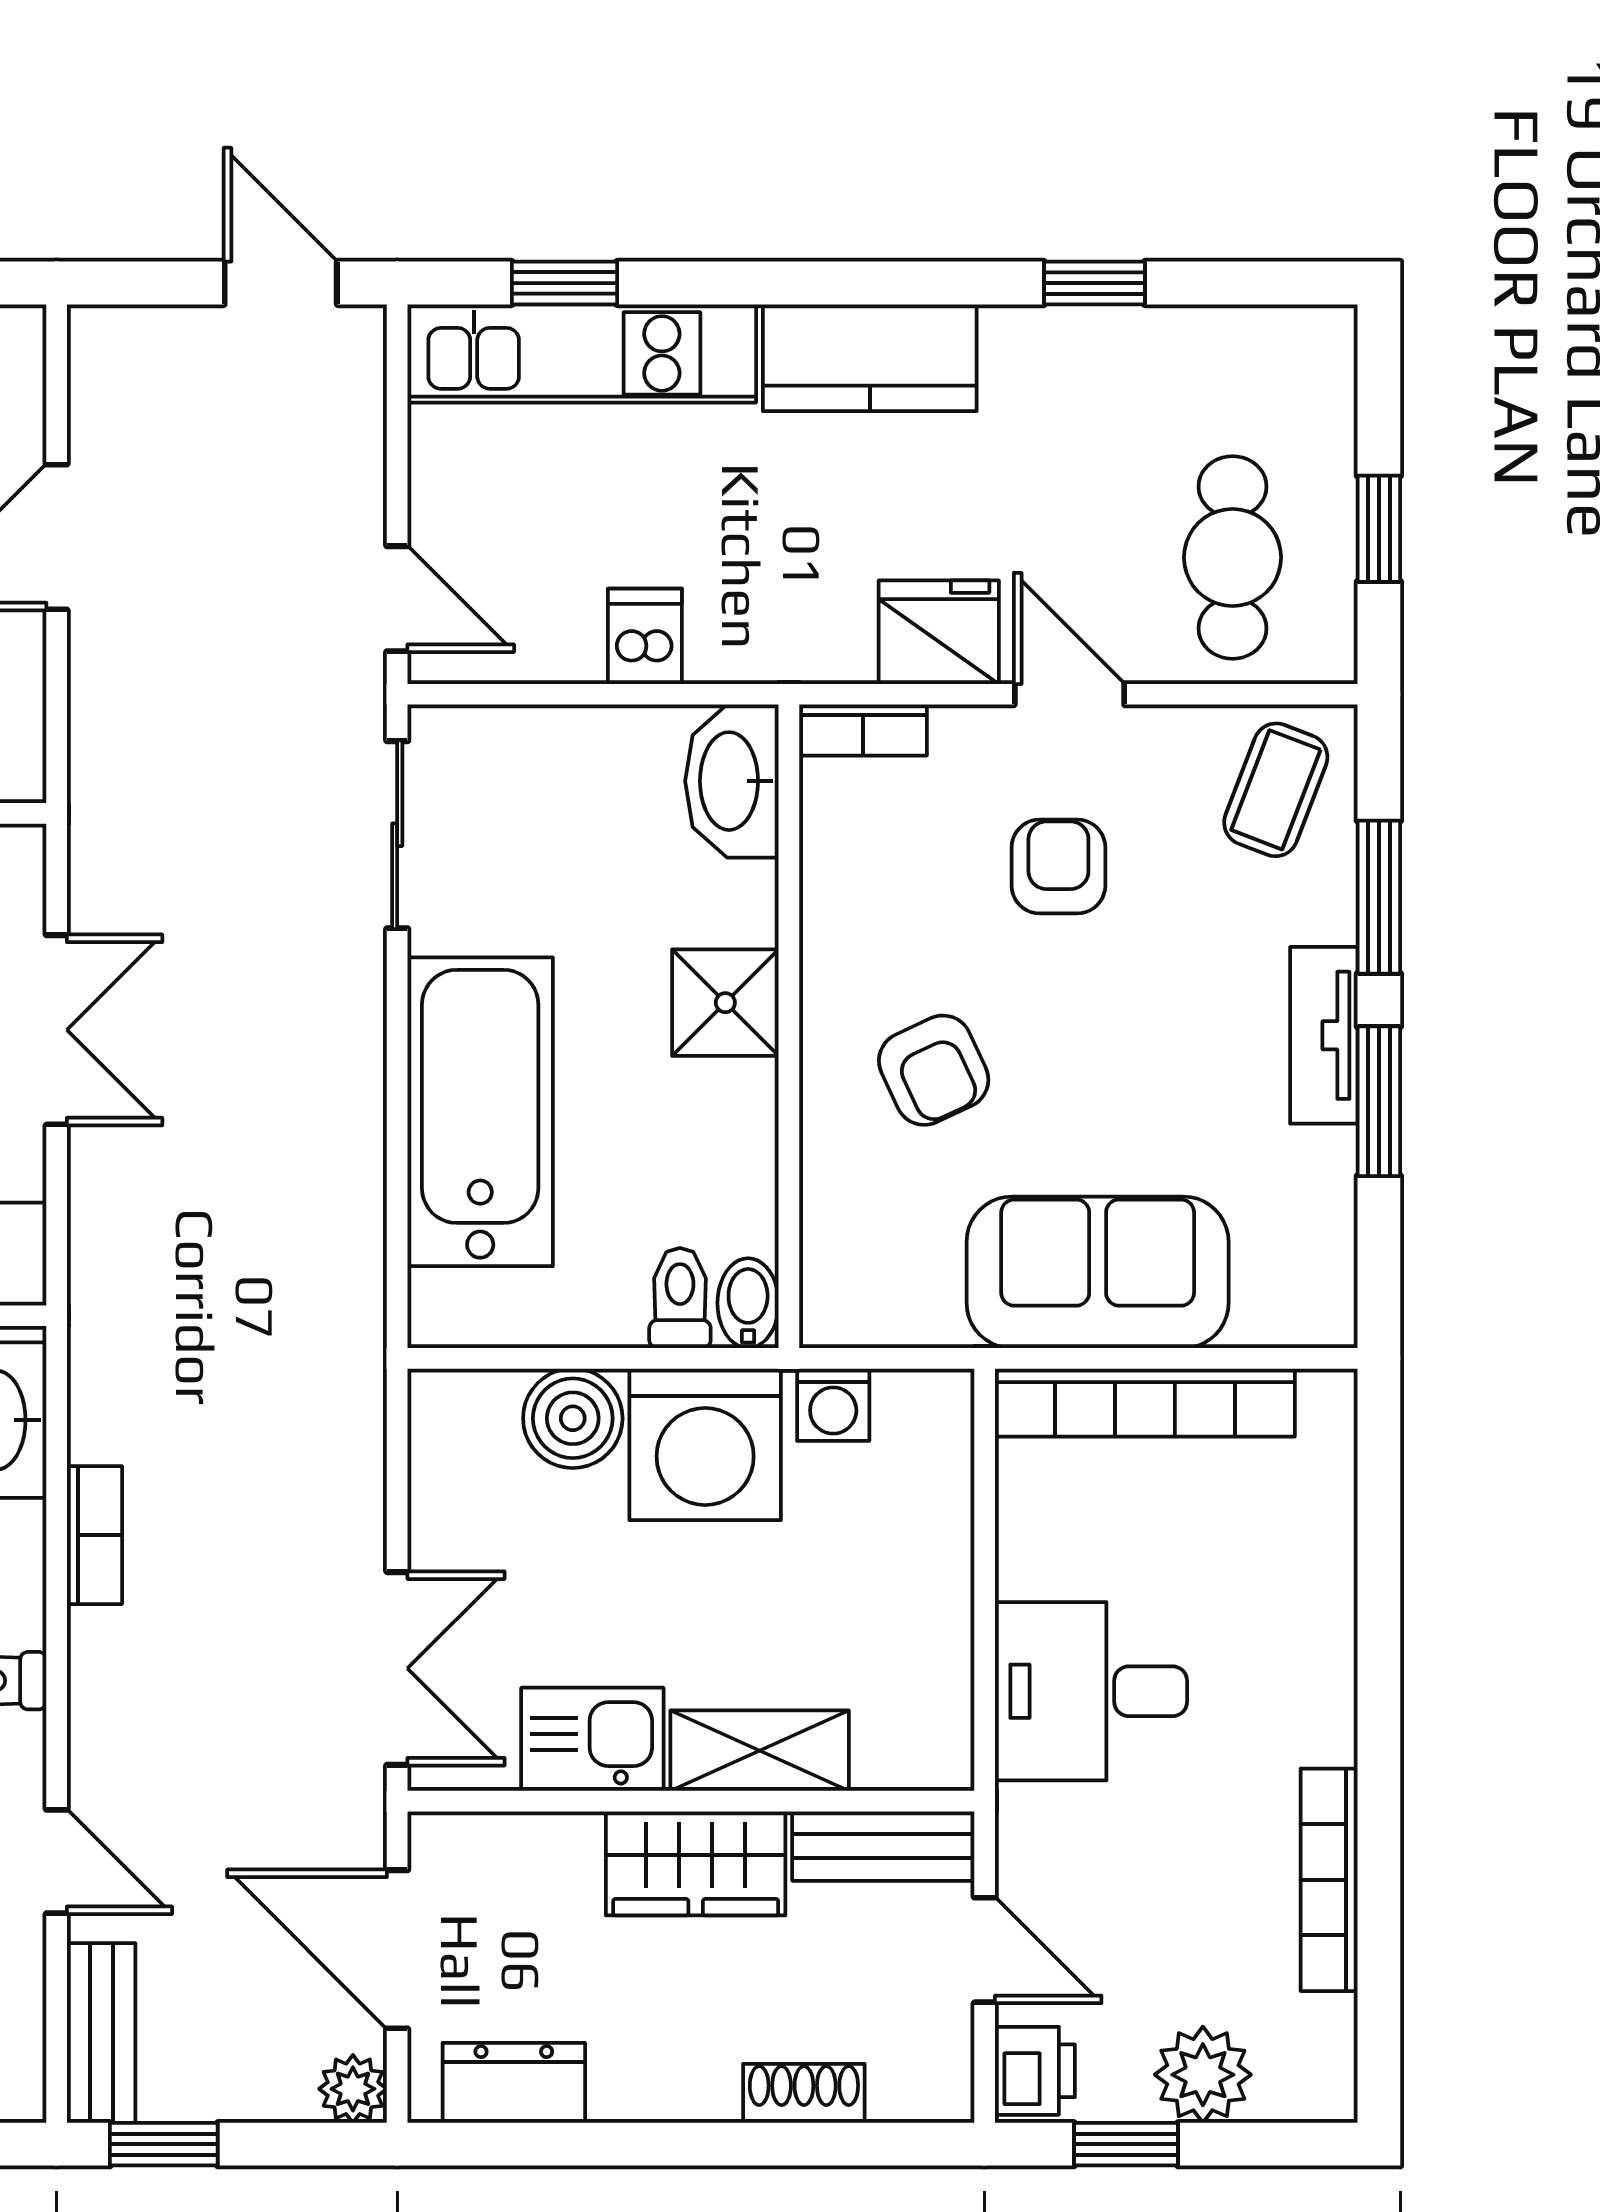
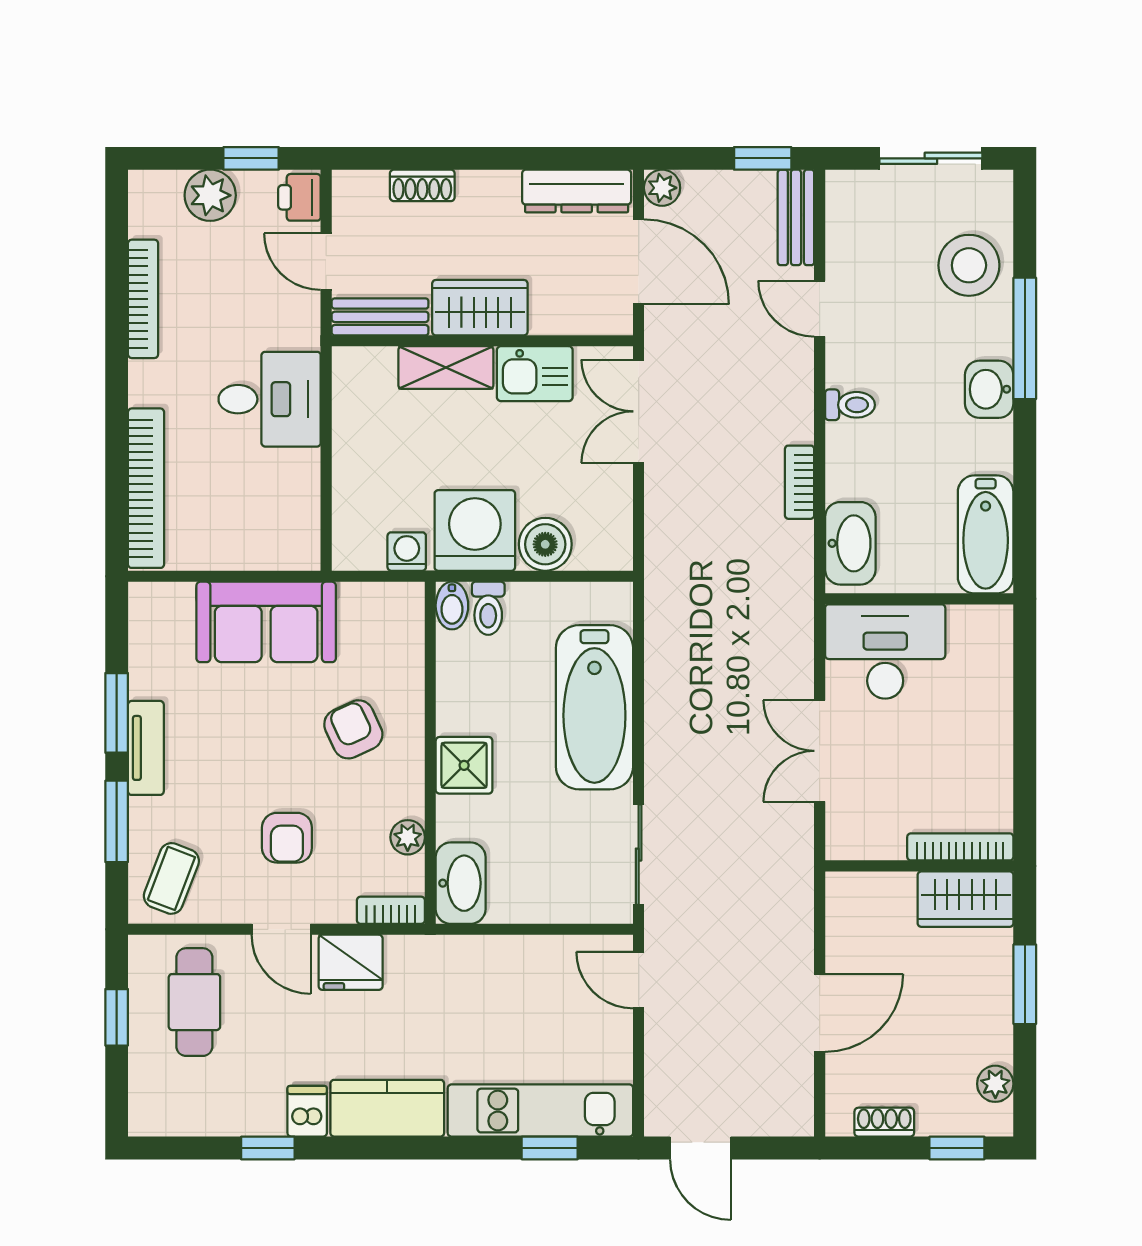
dishwasher: (645, 636) -> (307, 1111), moved, turned 180
plant: (831, 867) -> (408, 837), added
bookcase: (1145, 1403) -> (146, 488), moved, turned 90
dresser: (514, 2083) -> (577, 191), width x1.44

